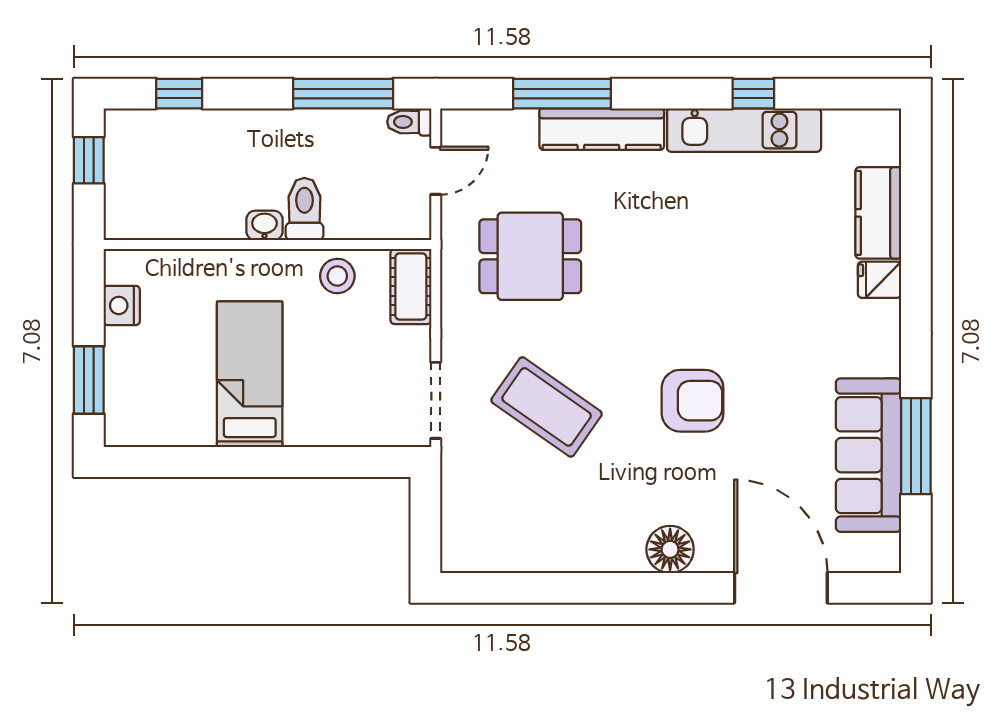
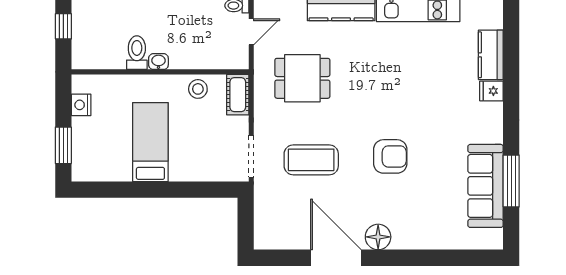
toilet: (304, 209) -> (137, 53), moved
coffee table: (547, 407) -> (311, 160), turned -35
door: (781, 588) -> (336, 258), moved

